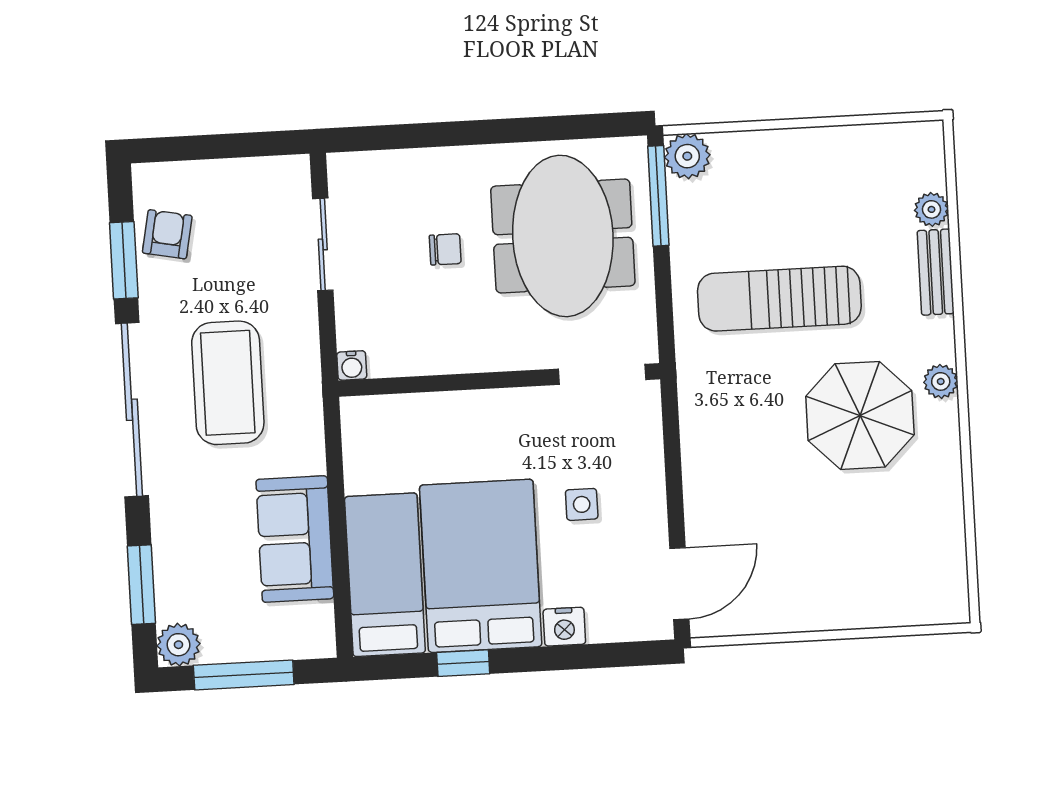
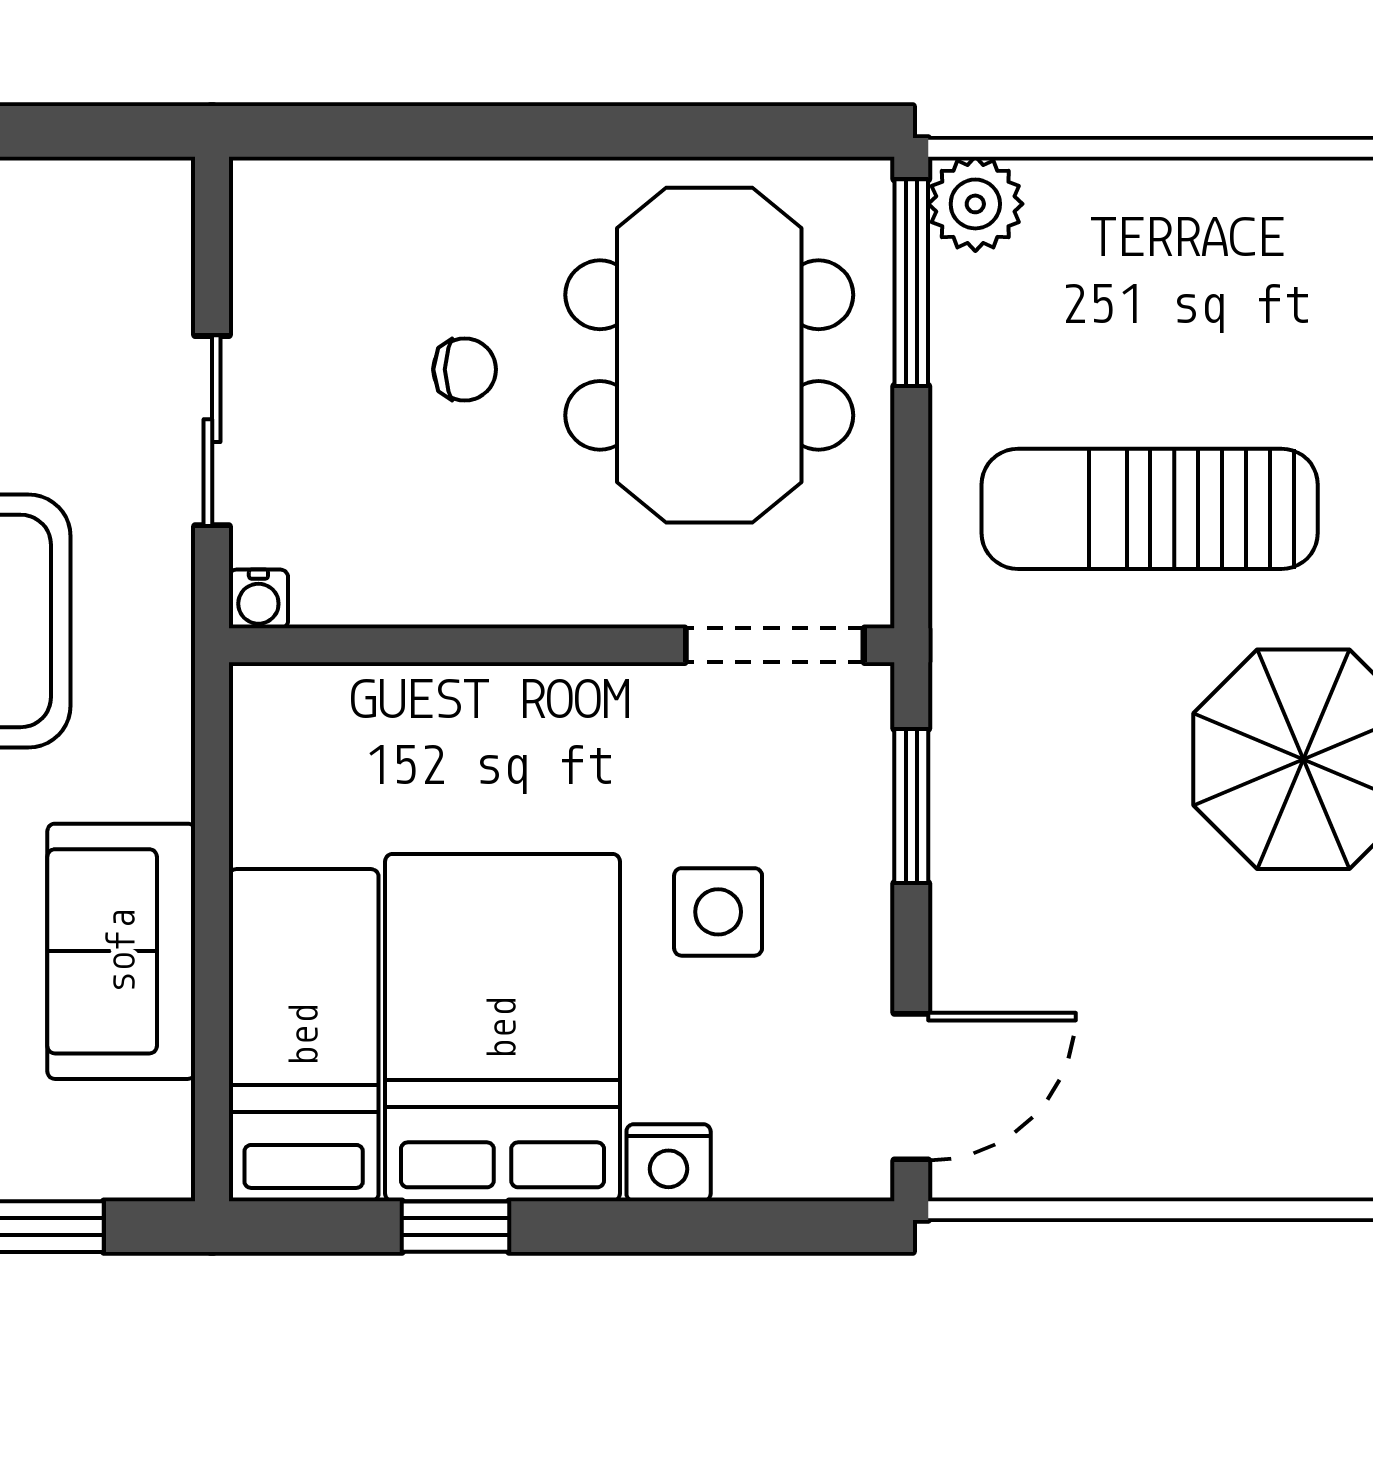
sliding door: (323, 244) -> (212, 431), moved
window: (672, 448) -> (911, 806), added
side table: (582, 504) -> (718, 912), width x1.37, depth x1.37

